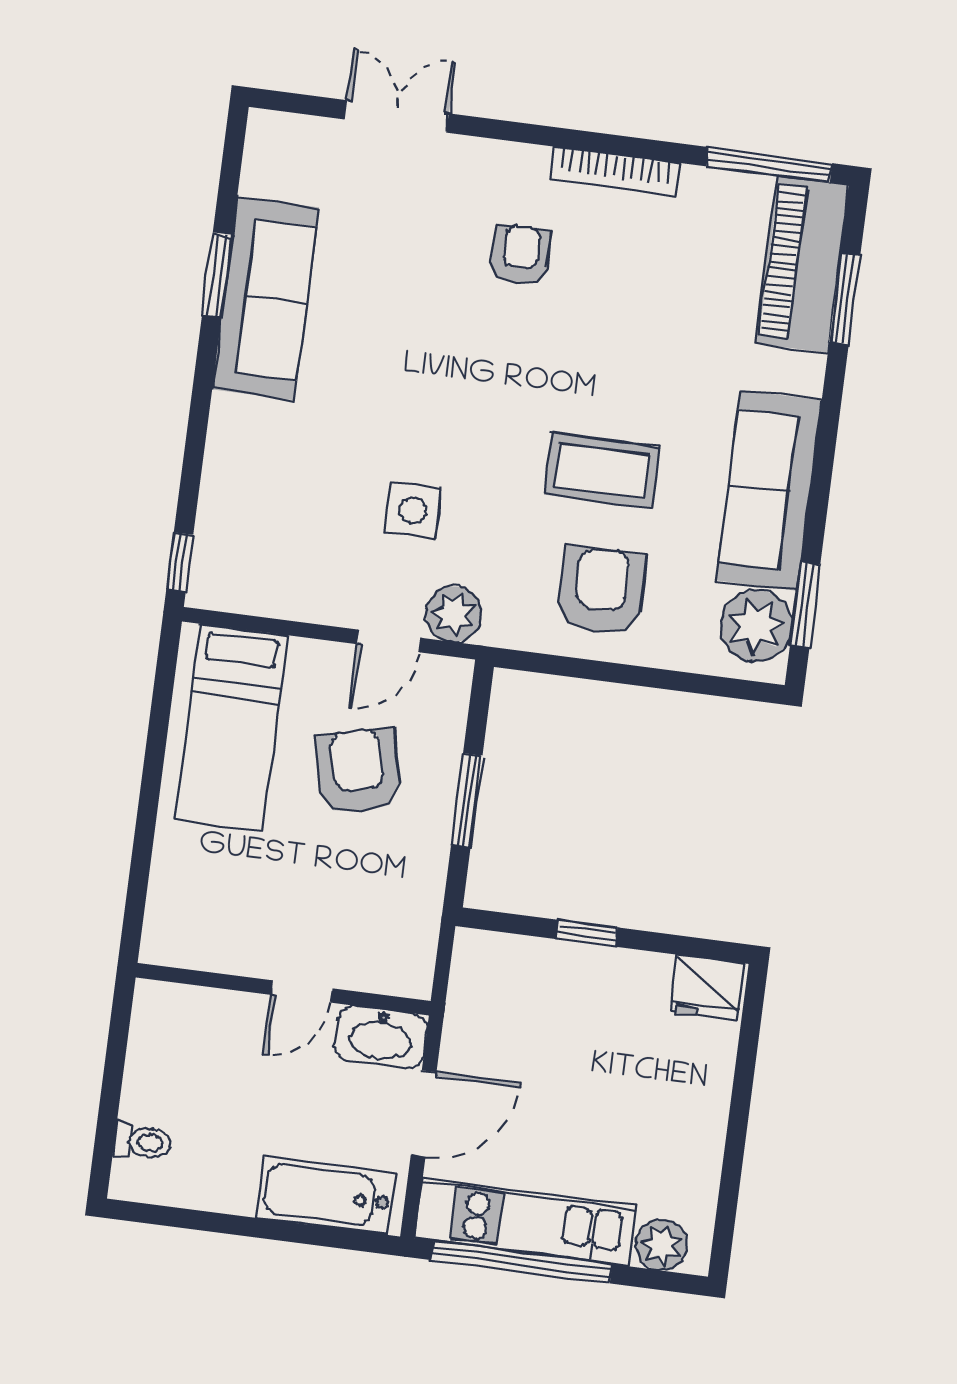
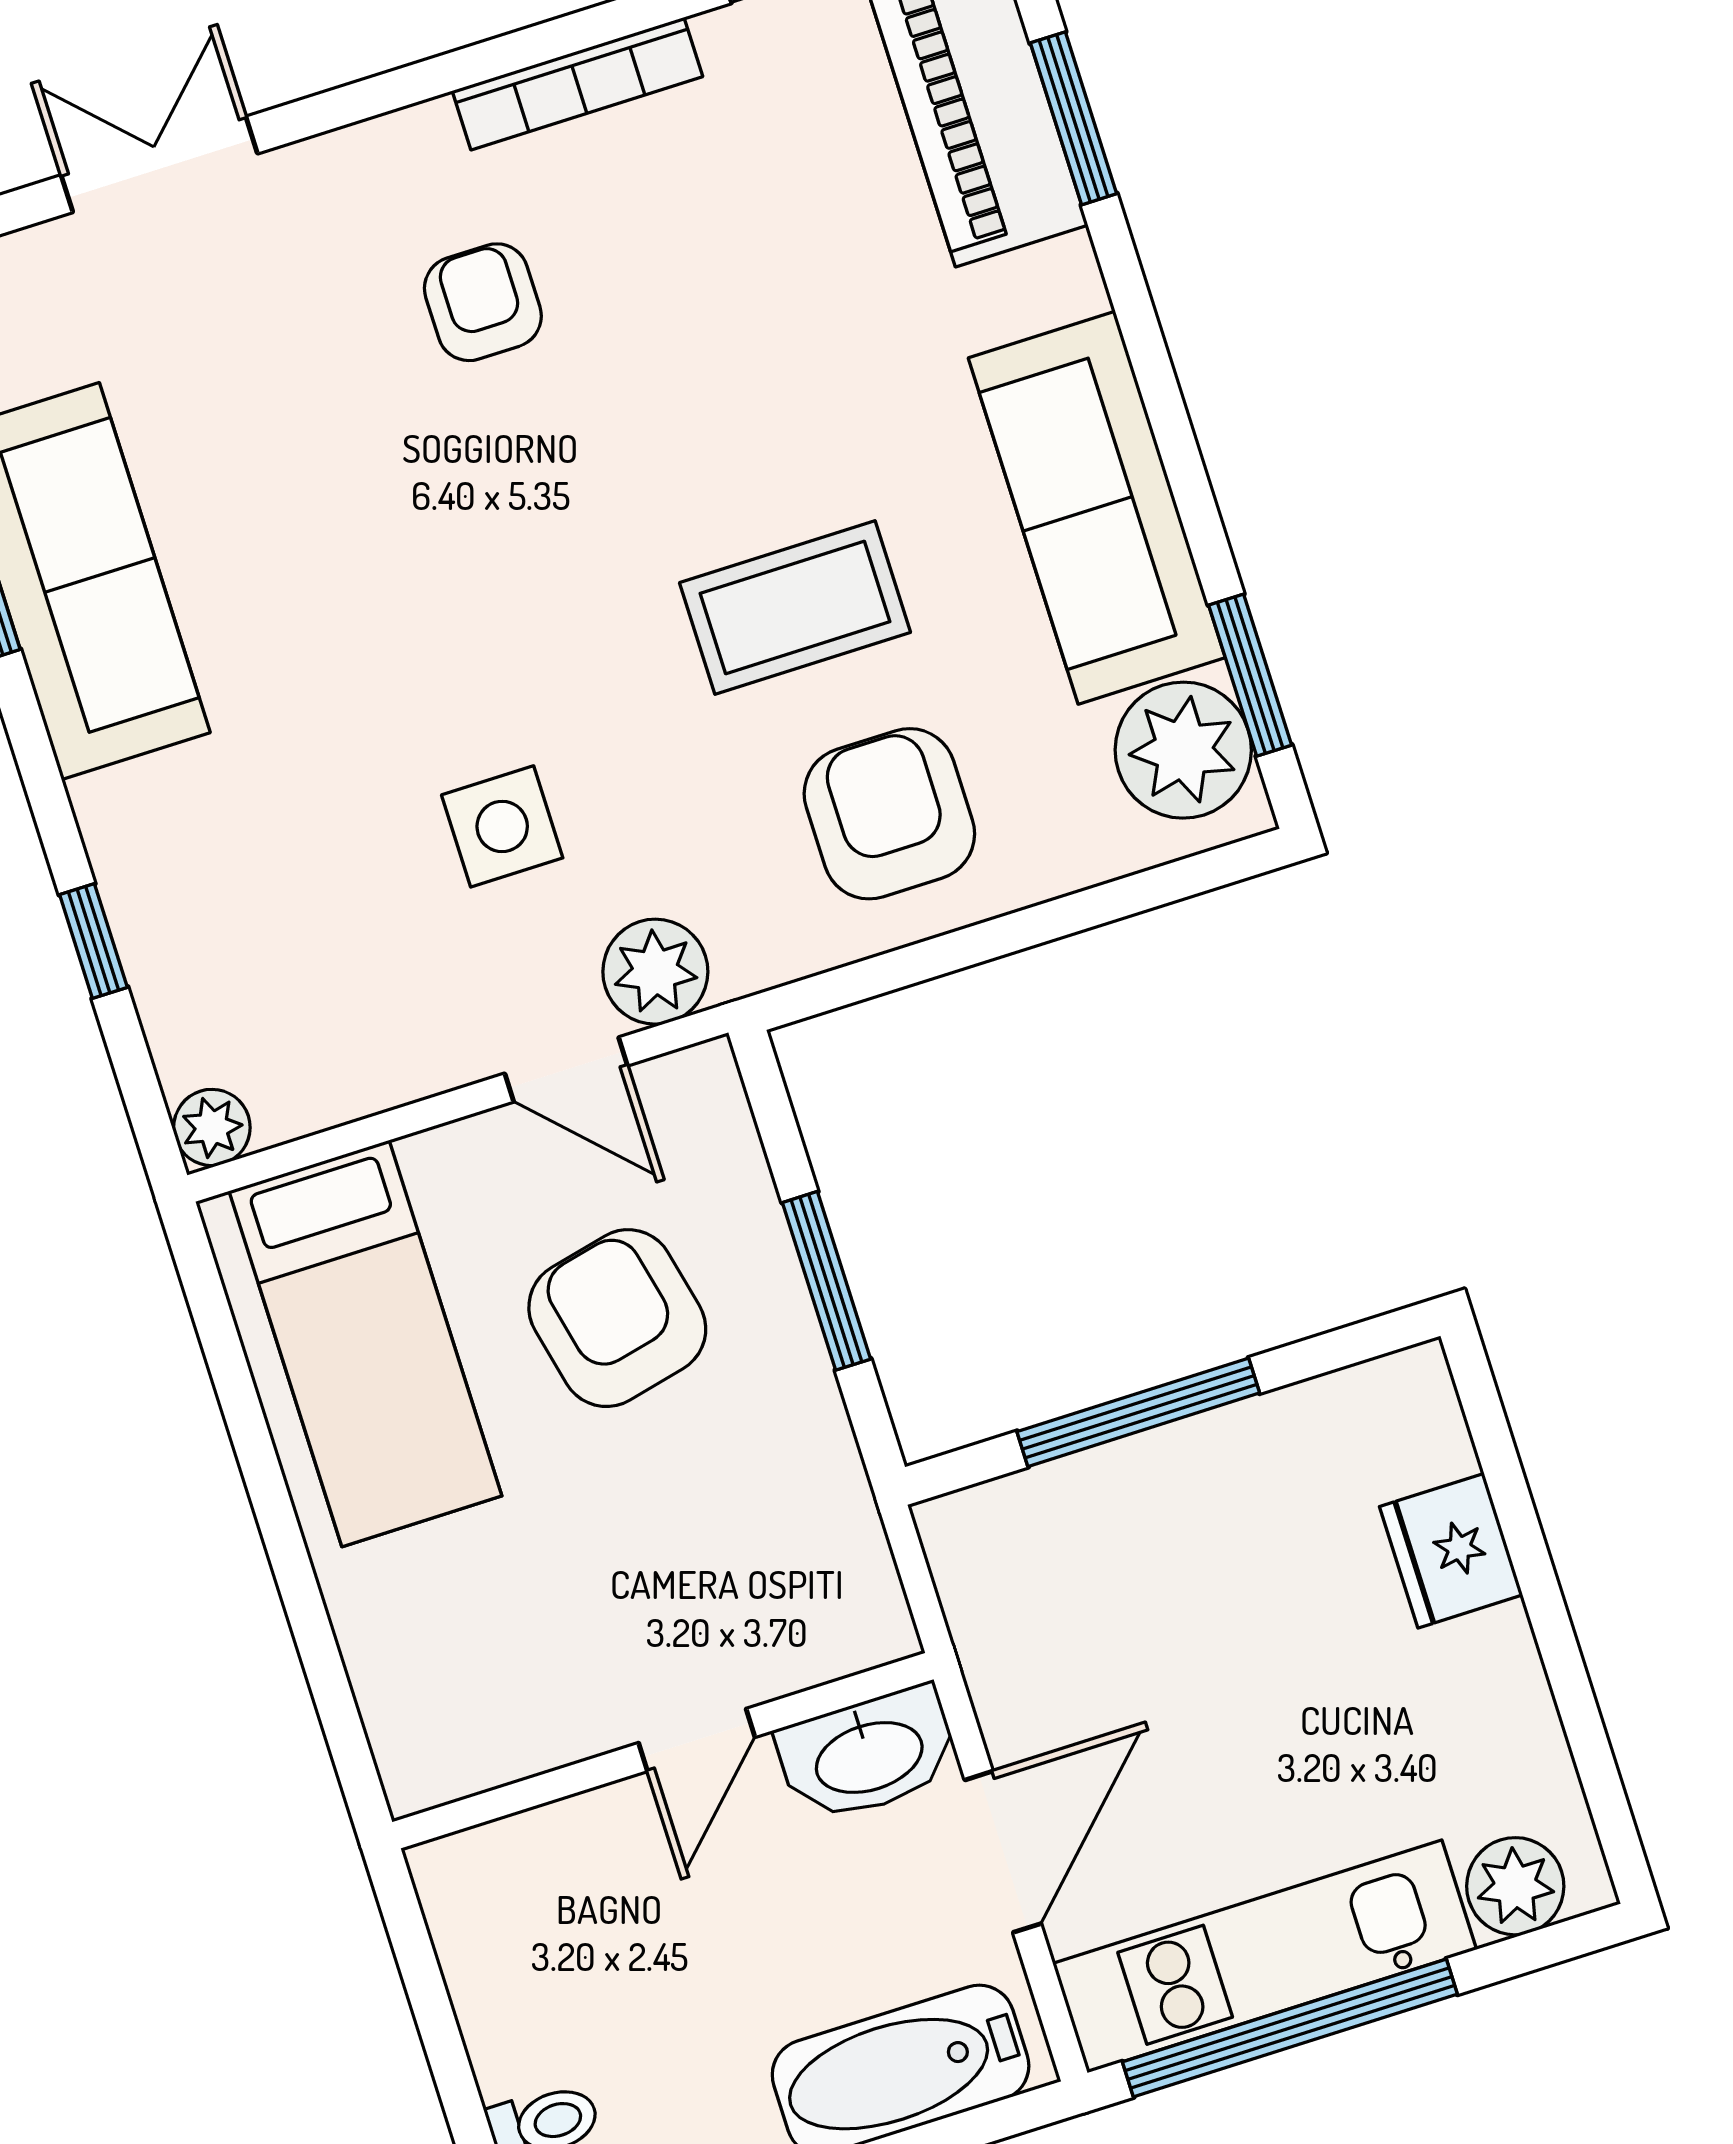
window: (180, 562) -> (93, 941), moved
plant: (206, 590) -> (212, 1127), added
door: (389, 641) -> (566, 1070), hinge flipped
window: (587, 933) -> (1138, 1412), width x2.17
fridge: (707, 988) -> (1451, 1551), moved, turned 90

